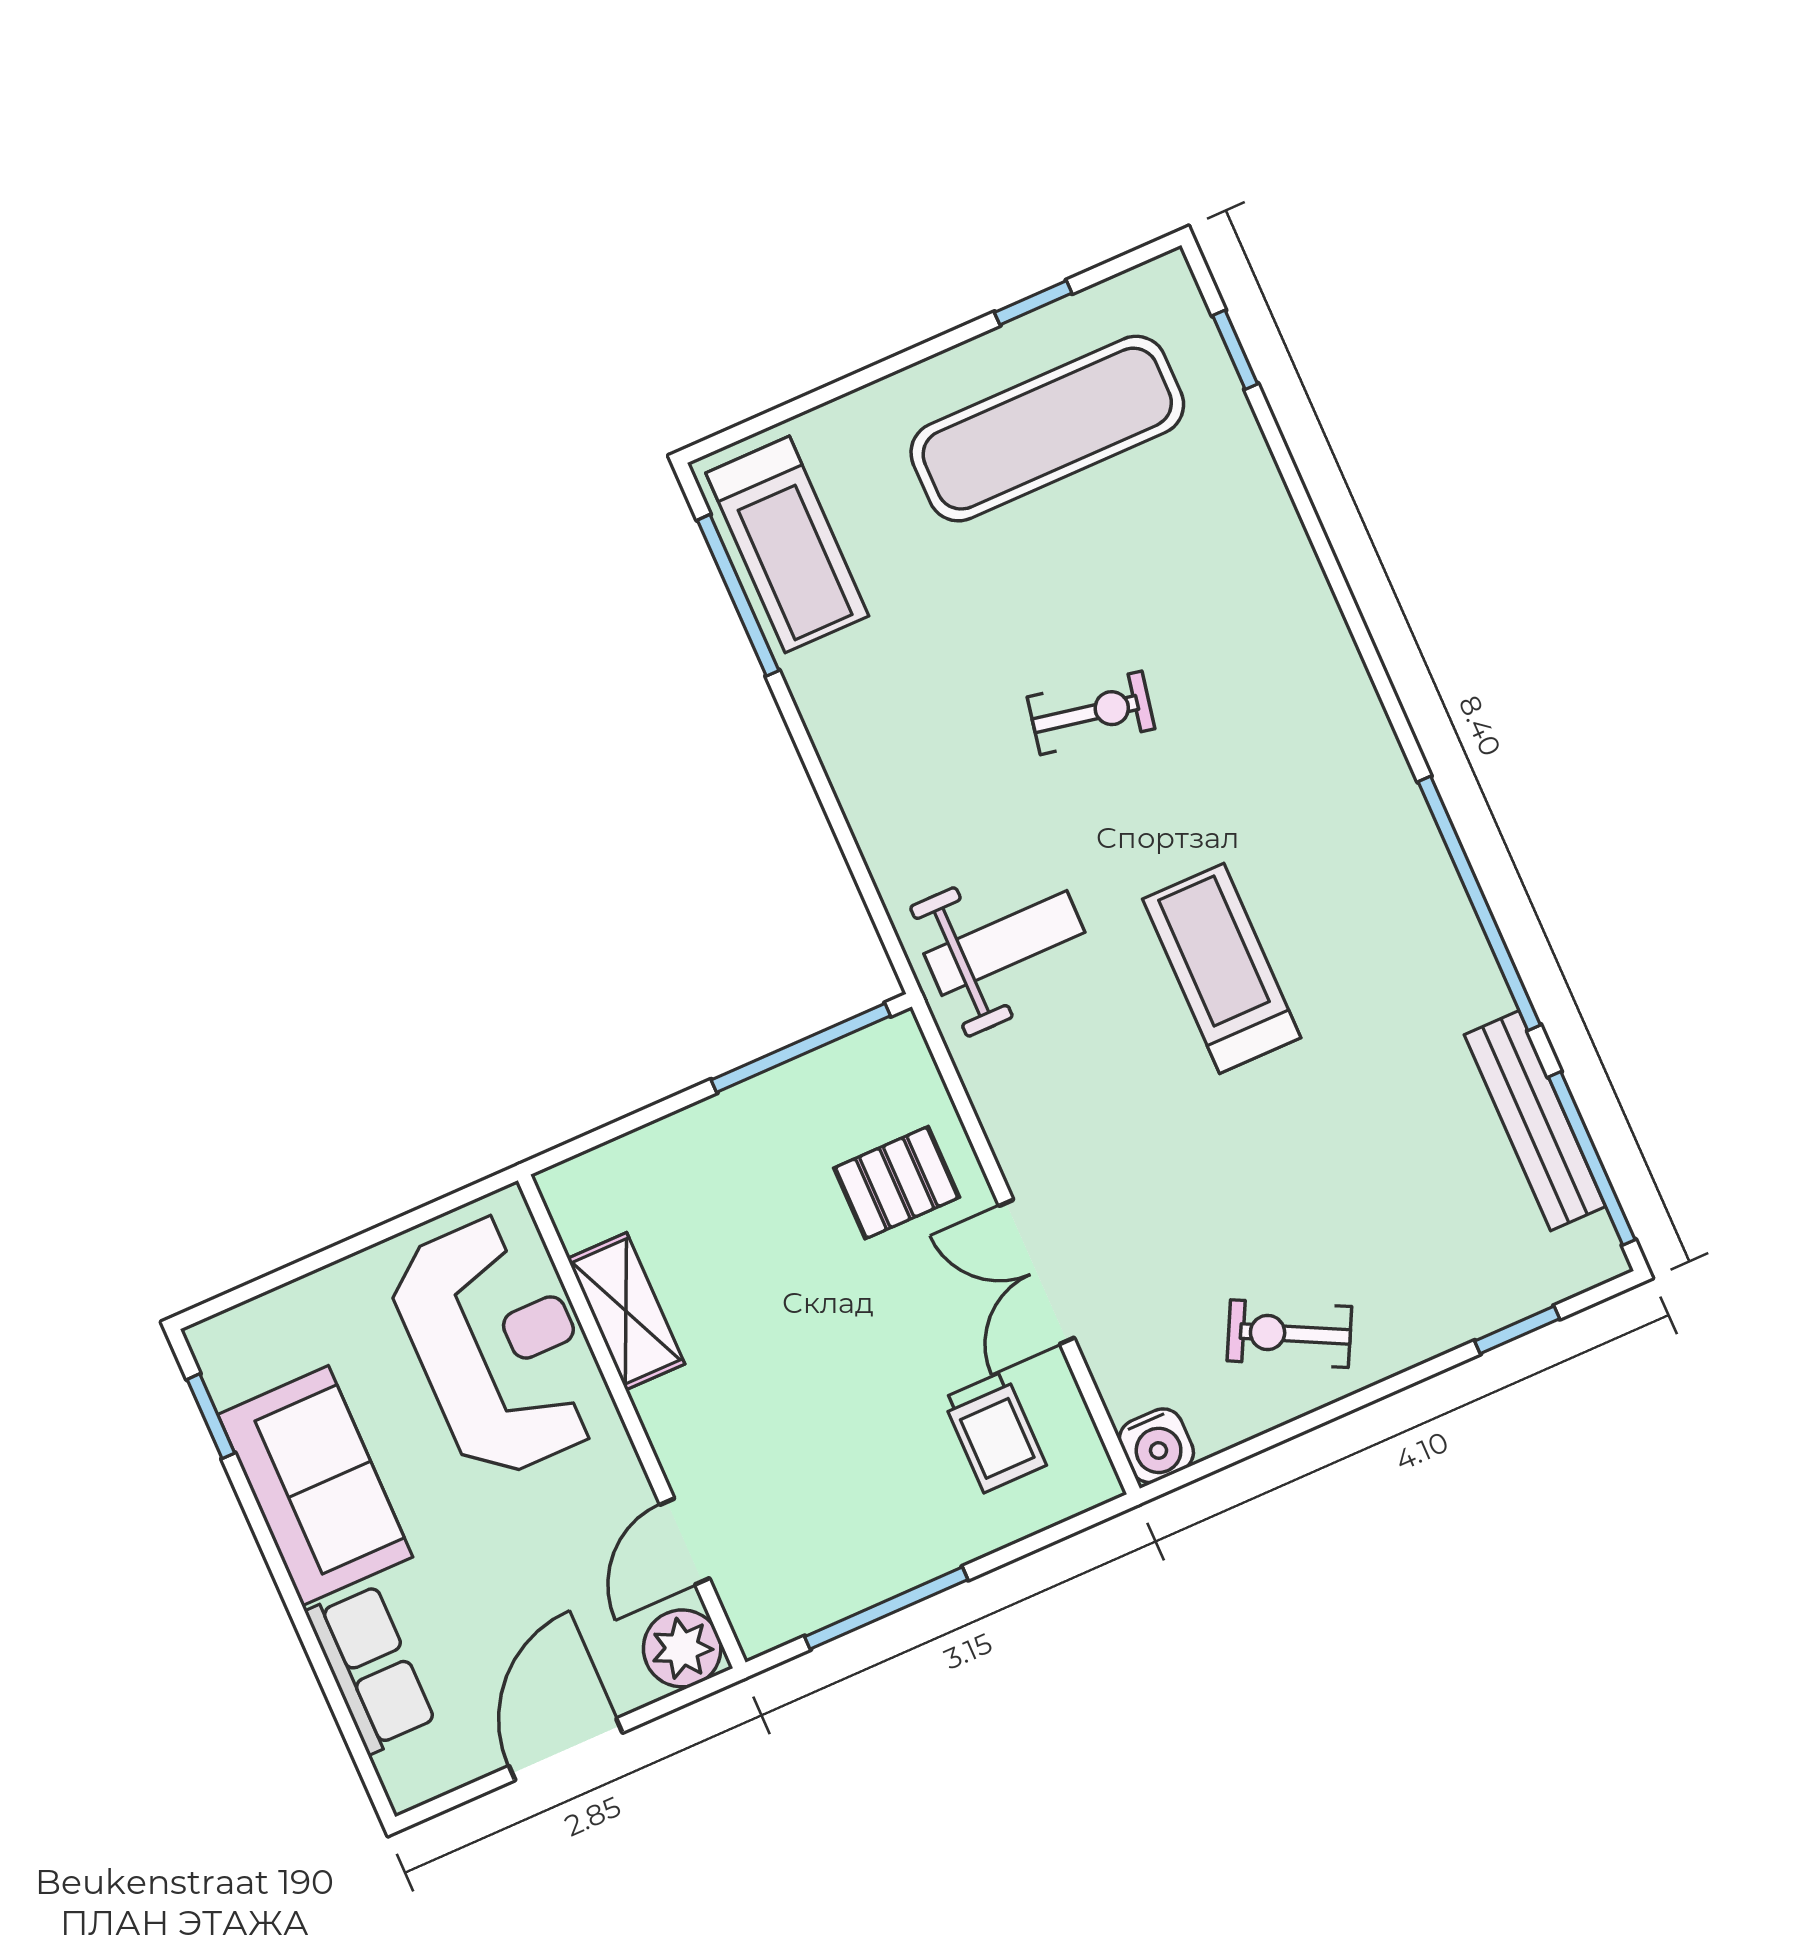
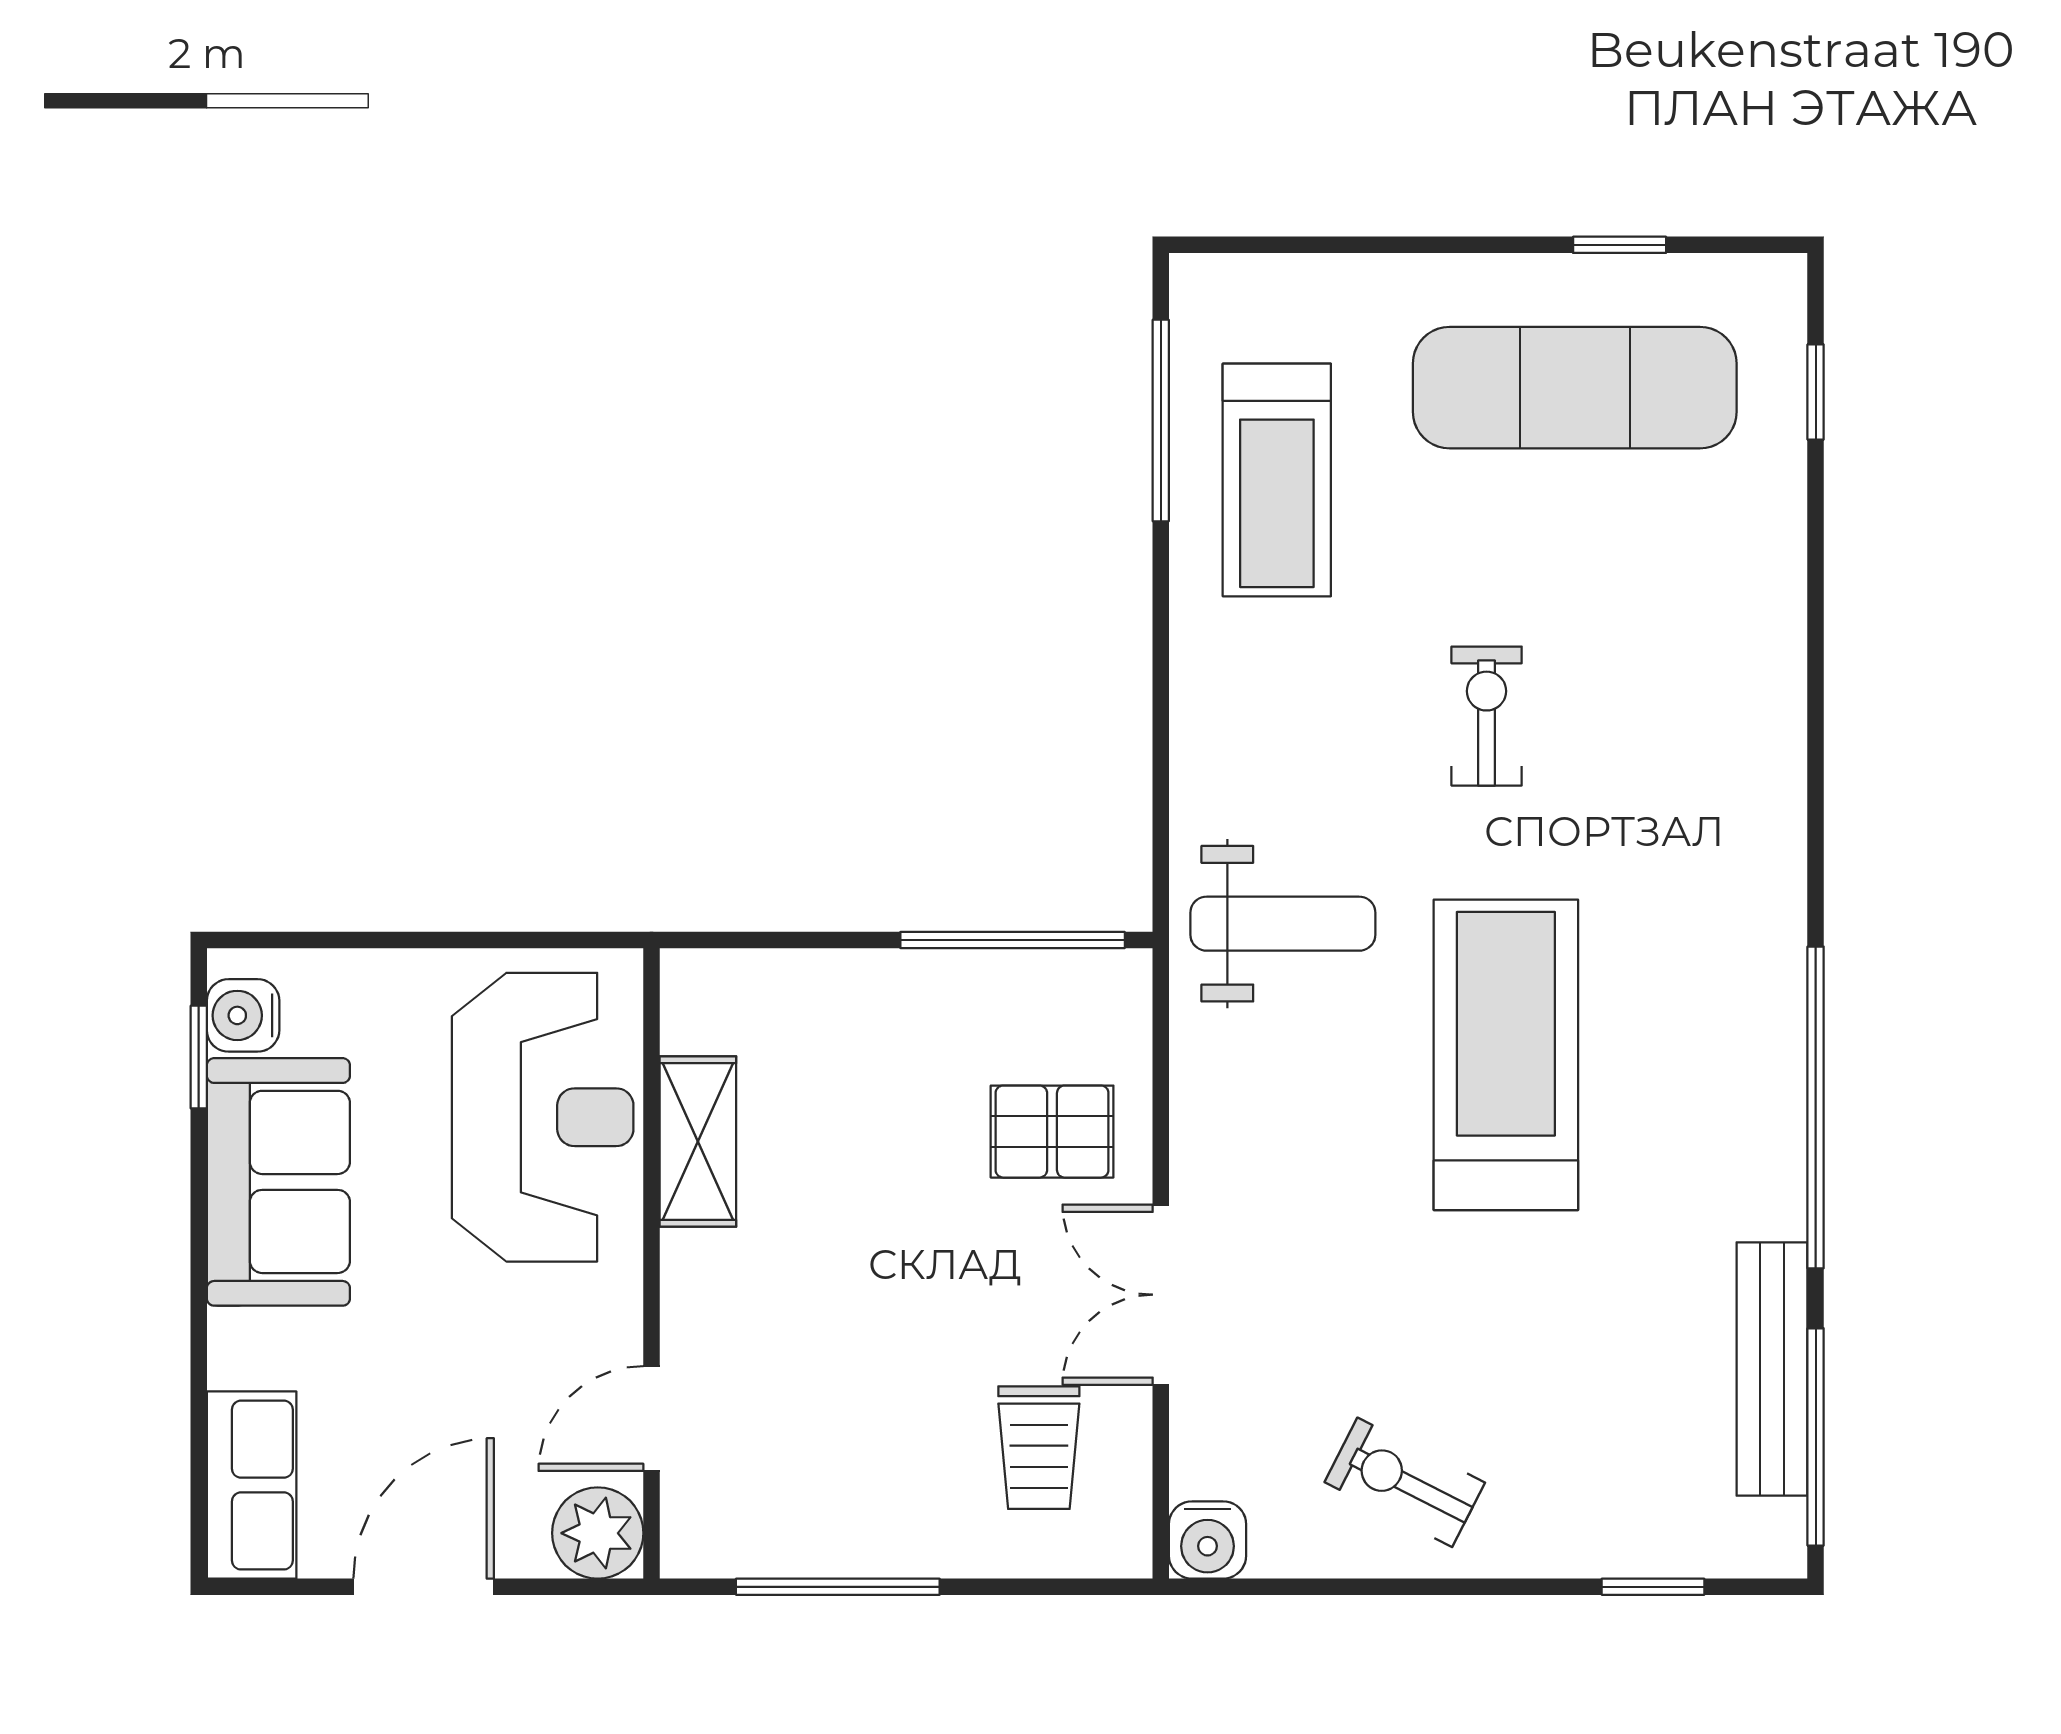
treadmill: (787, 544) -> (1277, 480), moved
exercise bike: (1091, 713) -> (1487, 716), turned -101
treadmill: (1222, 968) -> (1506, 1055), width x1.37, depth x1.38
water cooler: (231, 1369) -> (243, 1015), added
row of seats: (371, 1668) -> (252, 1485), moved

